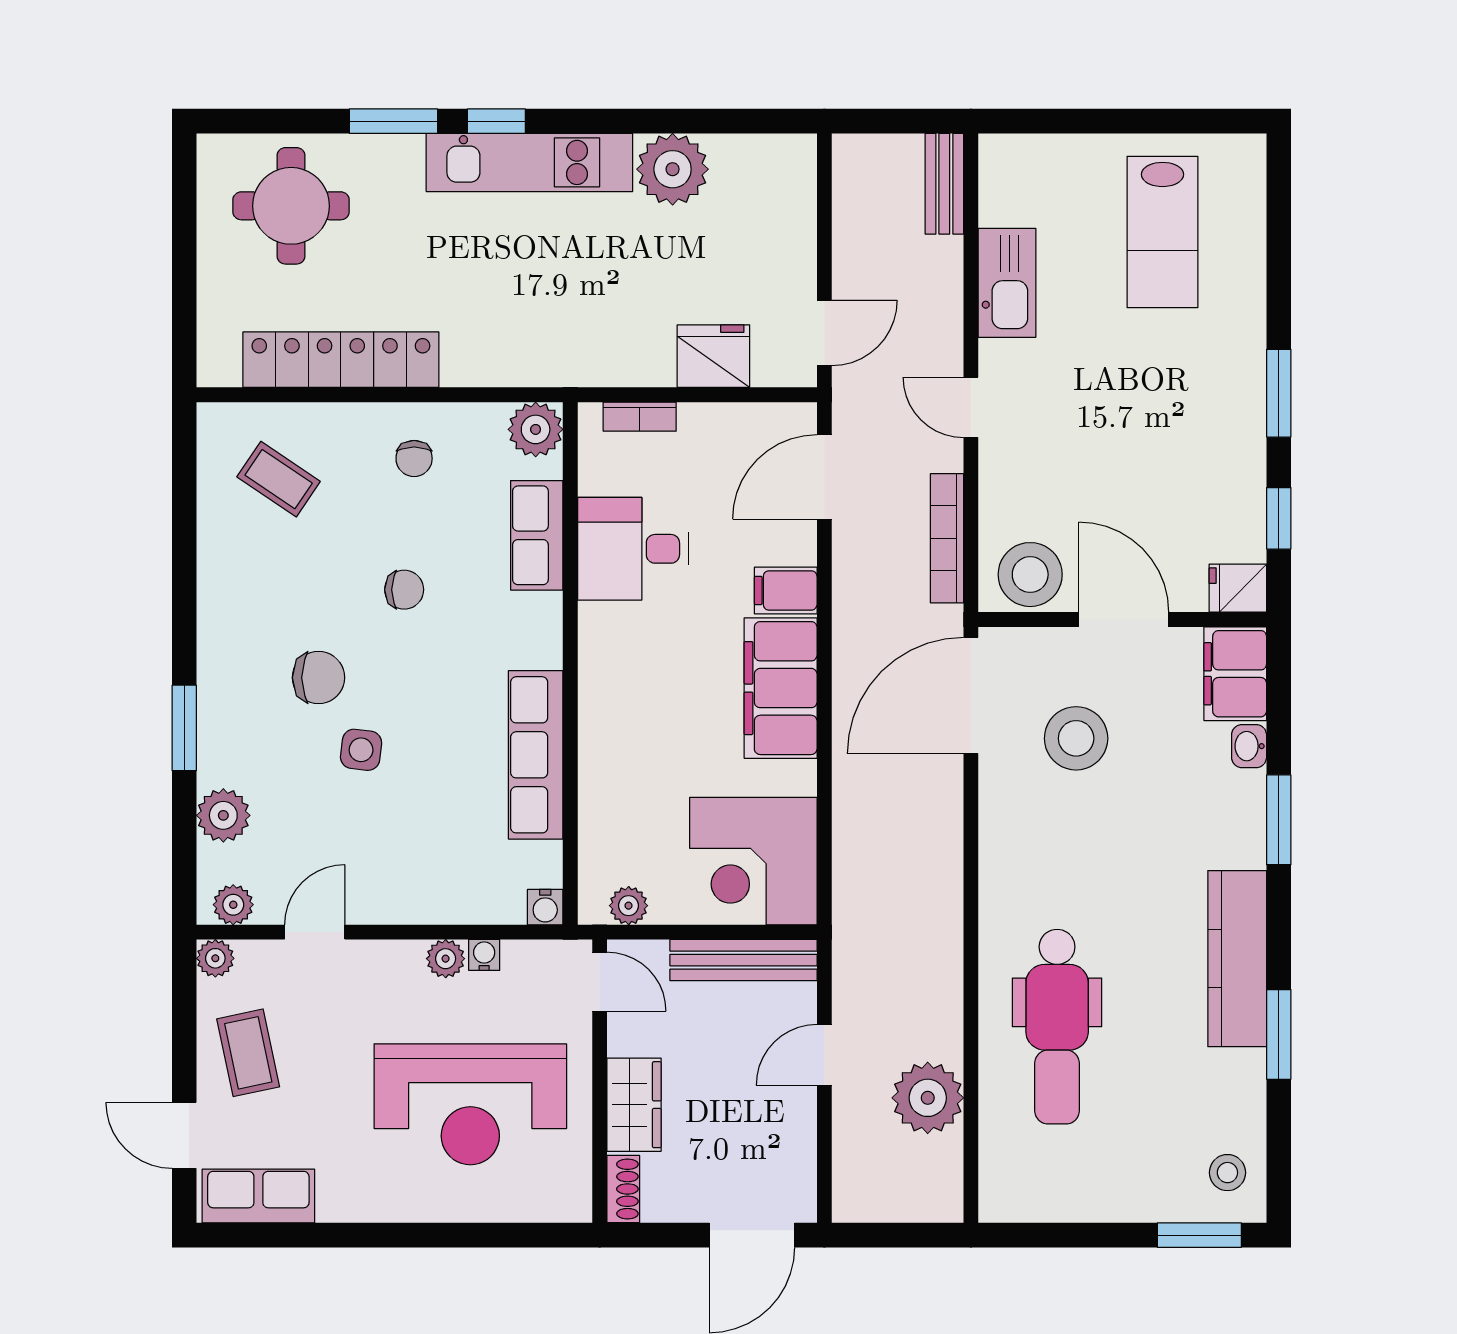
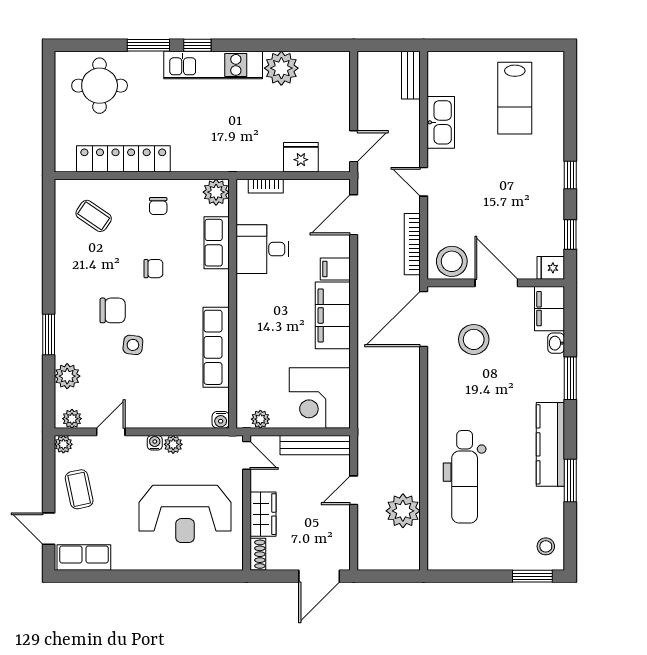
window: (1279, 393) -> (570, 175), width x0.67
water cooler: (484, 955) -> (155, 443), moved

